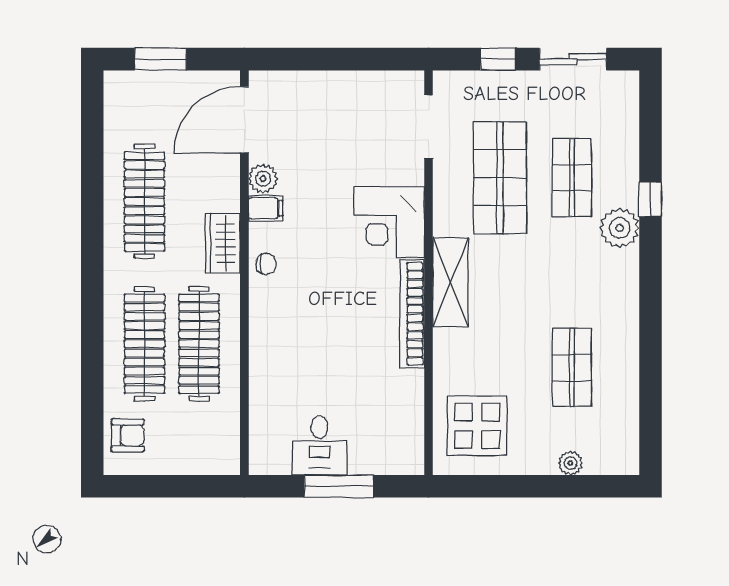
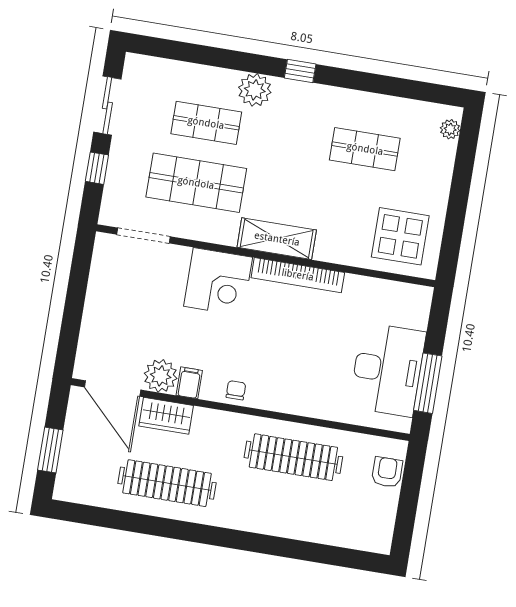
plant: (263, 179) -> (161, 376), width x1.36, depth x1.36
window: (650, 199) -> (300, 71), moved
wardrobe: (223, 243) -> (166, 416), moved
clothes rail: (144, 344) -> (286, 503), removed
armchair: (128, 435) -> (387, 472), moved
desk: (319, 445) -> (387, 370), width x1.87, depth x1.30
plant: (570, 463) -> (450, 129), moved
window: (339, 486) -> (428, 383), moved

